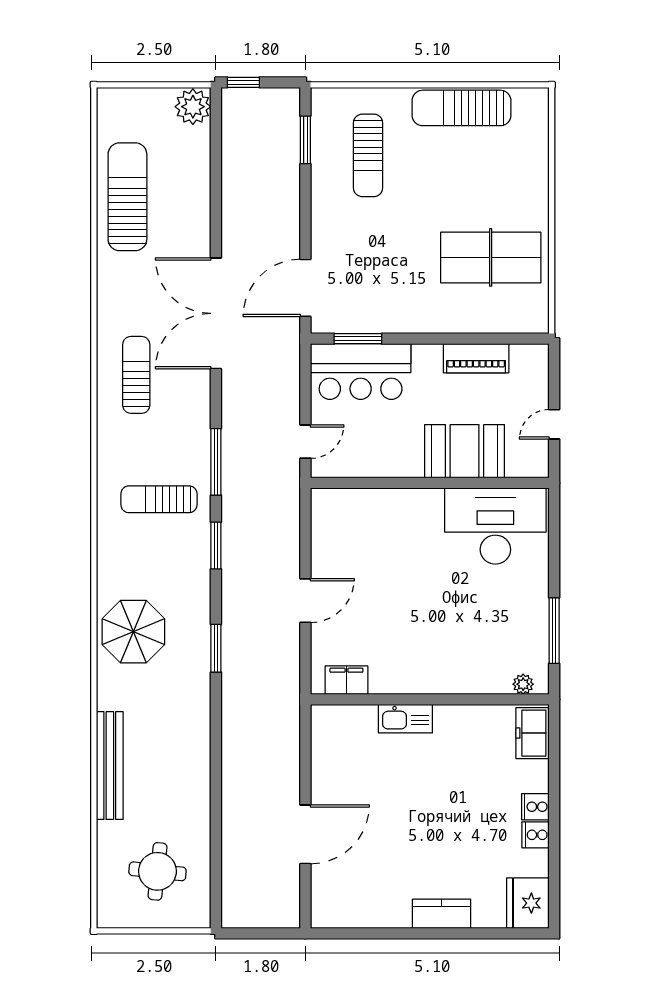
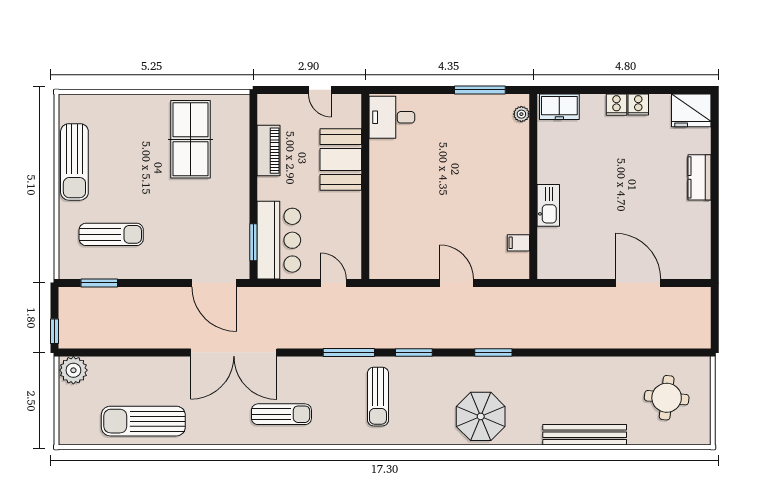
sun lounger: (136, 375) -> (281, 414), turned 180
desk: (495, 526) -> (392, 117), width x0.53, depth x0.77
filing cabinet: (346, 680) -> (518, 243), width x0.50

